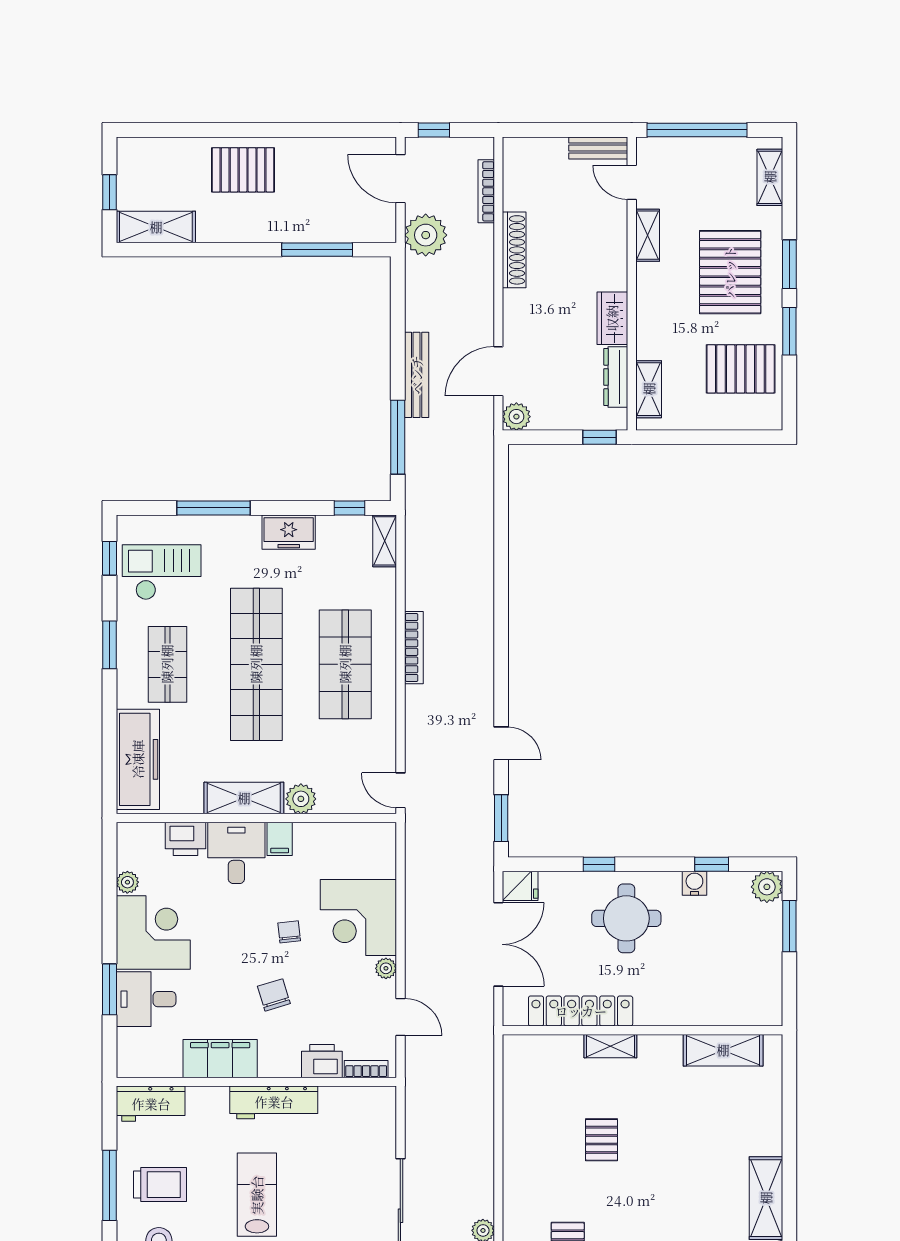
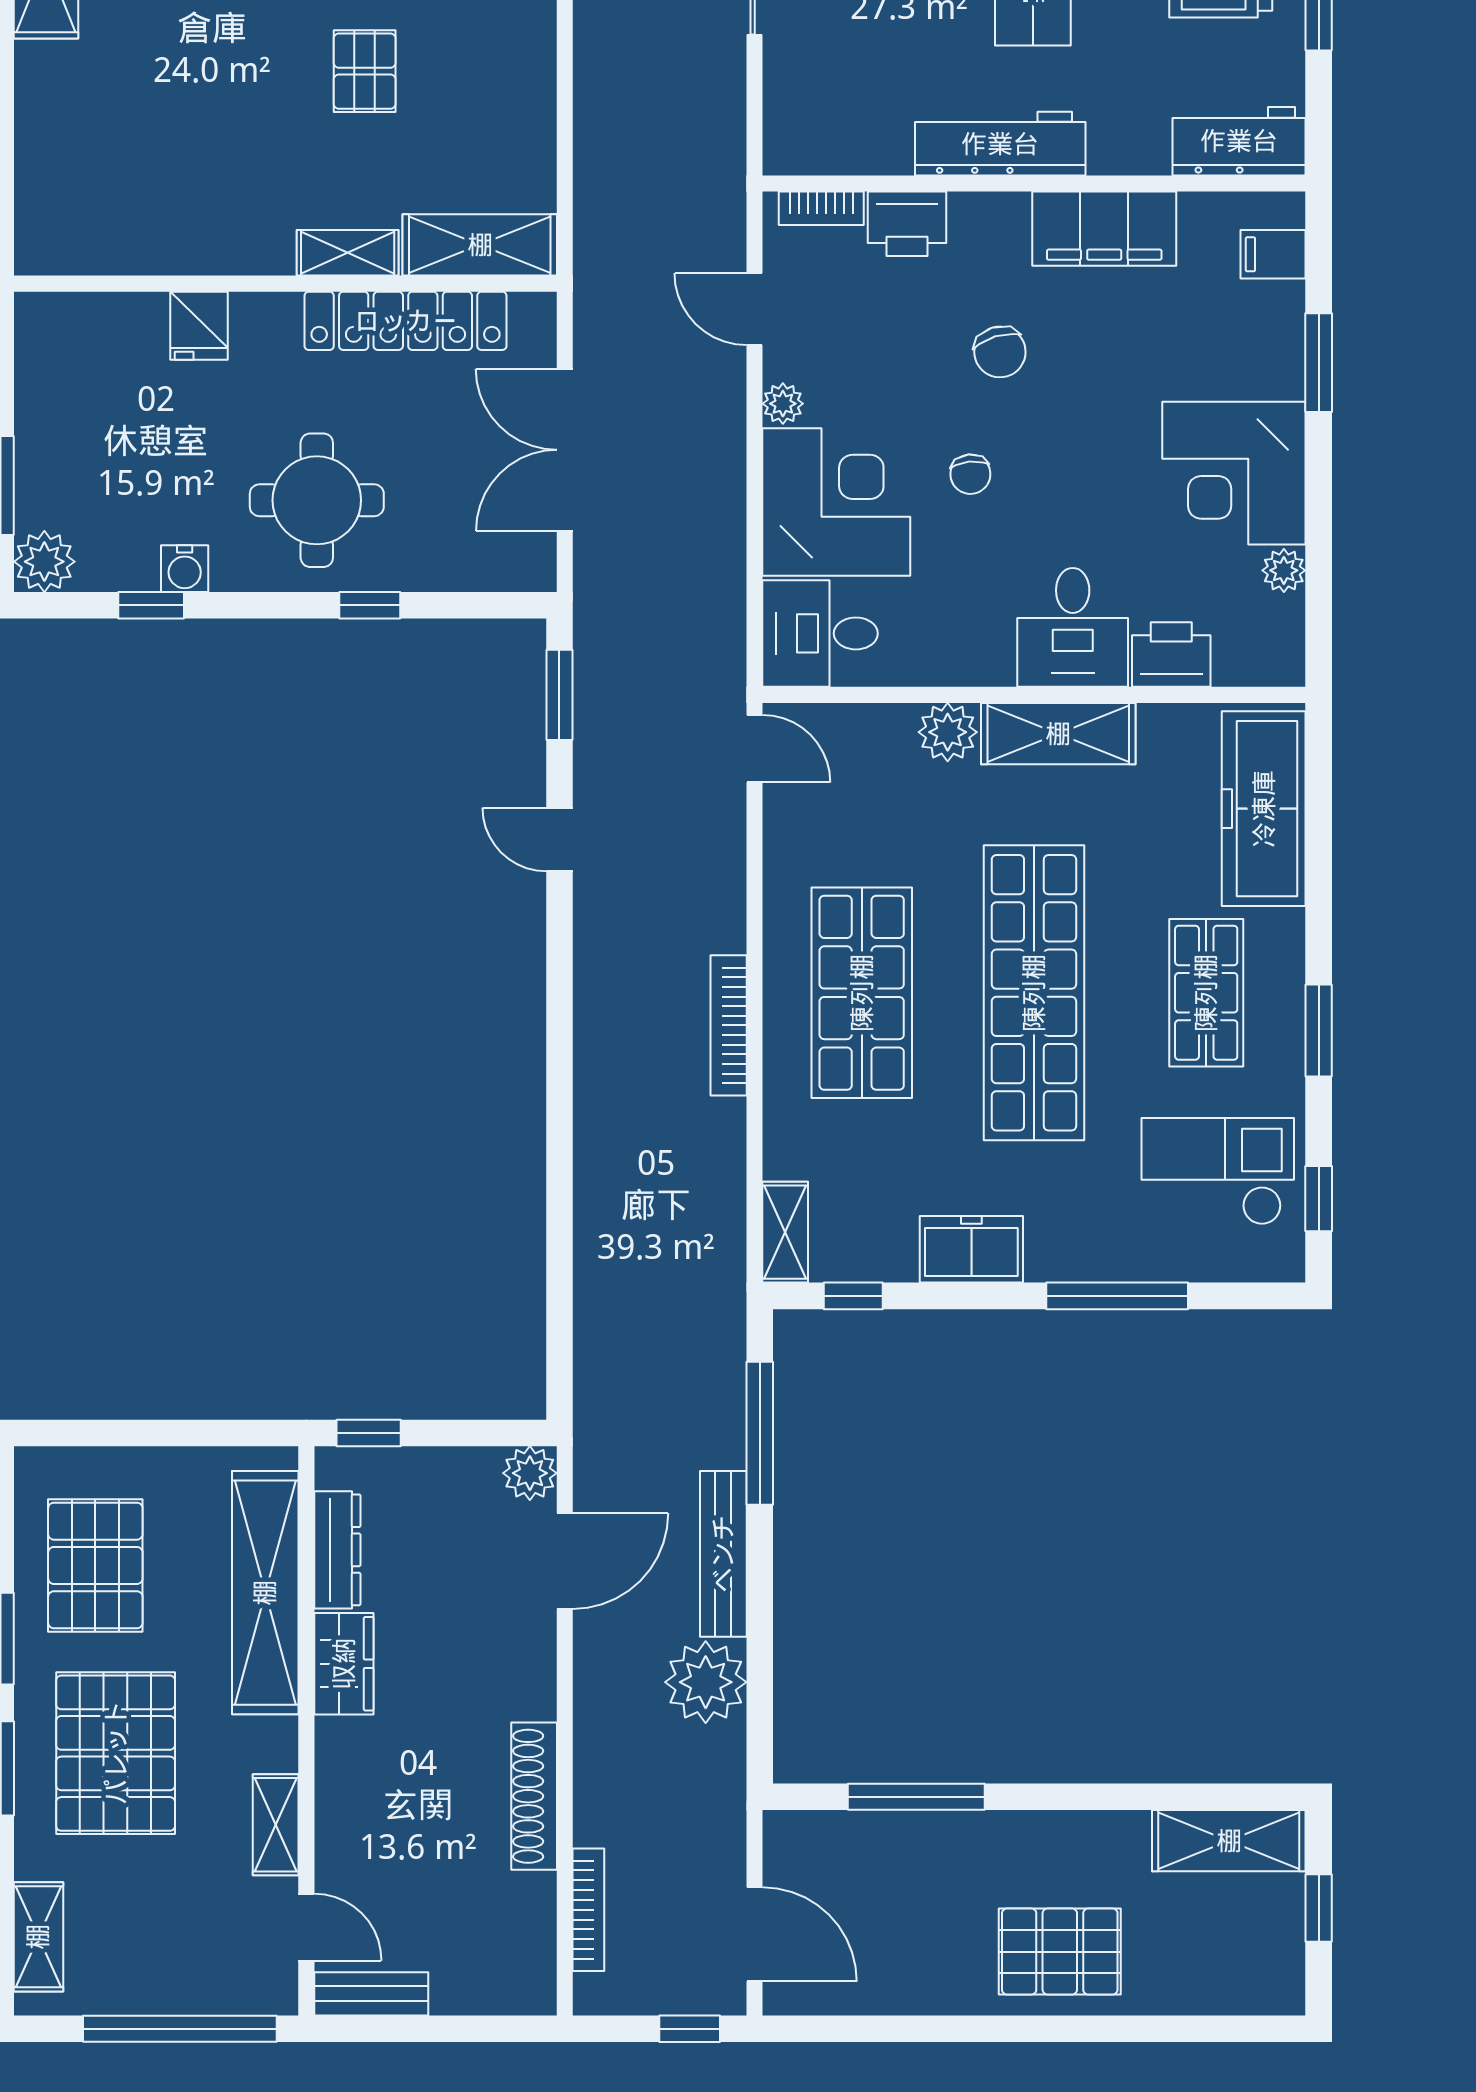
plant: (426, 235) -> (706, 1682), moved
pallet: (741, 369) -> (95, 1565), turned 90
shelving: (649, 389) -> (265, 1593), width x2.20, depth x1.33
checkout: (162, 572) -> (1218, 1171), turned 180
filing cabinet: (280, 839) -> (1273, 254), moved, turned -90
fridge: (520, 886) -> (199, 326), moved, turned -90
desk: (146, 999) -> (820, 633), moved, turned 180
shelving: (723, 1050) -> (480, 245), moved

